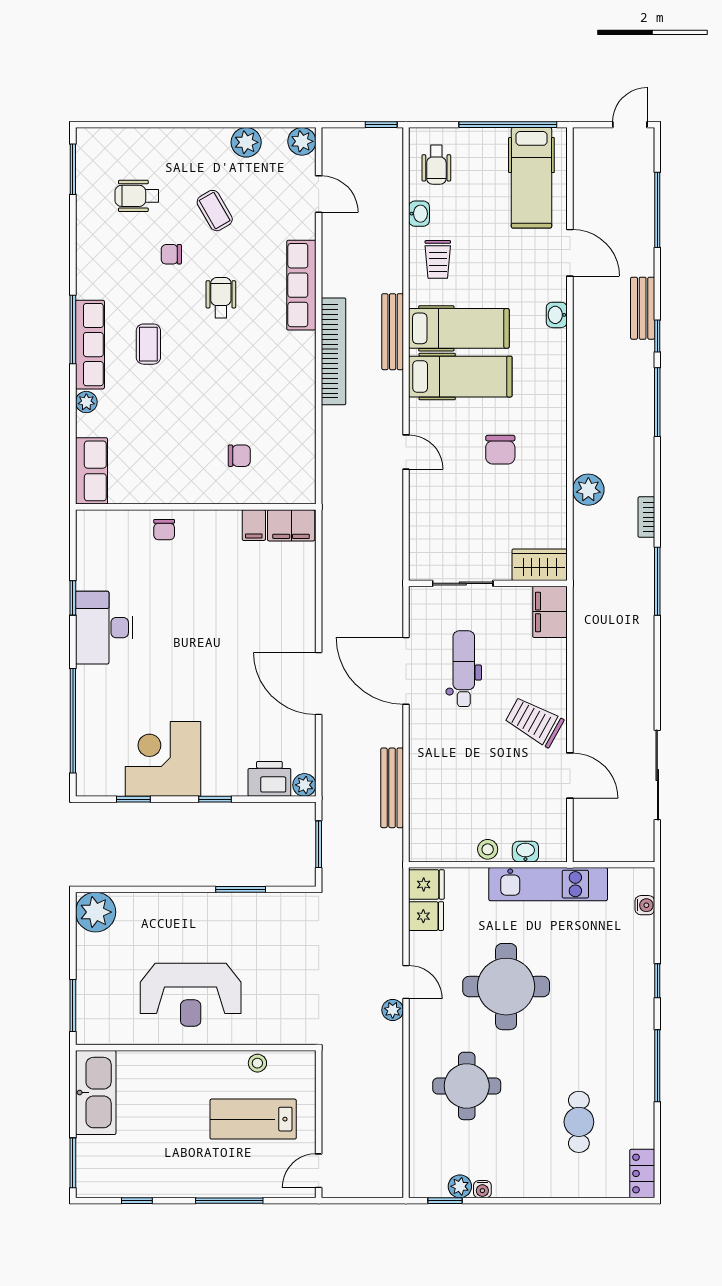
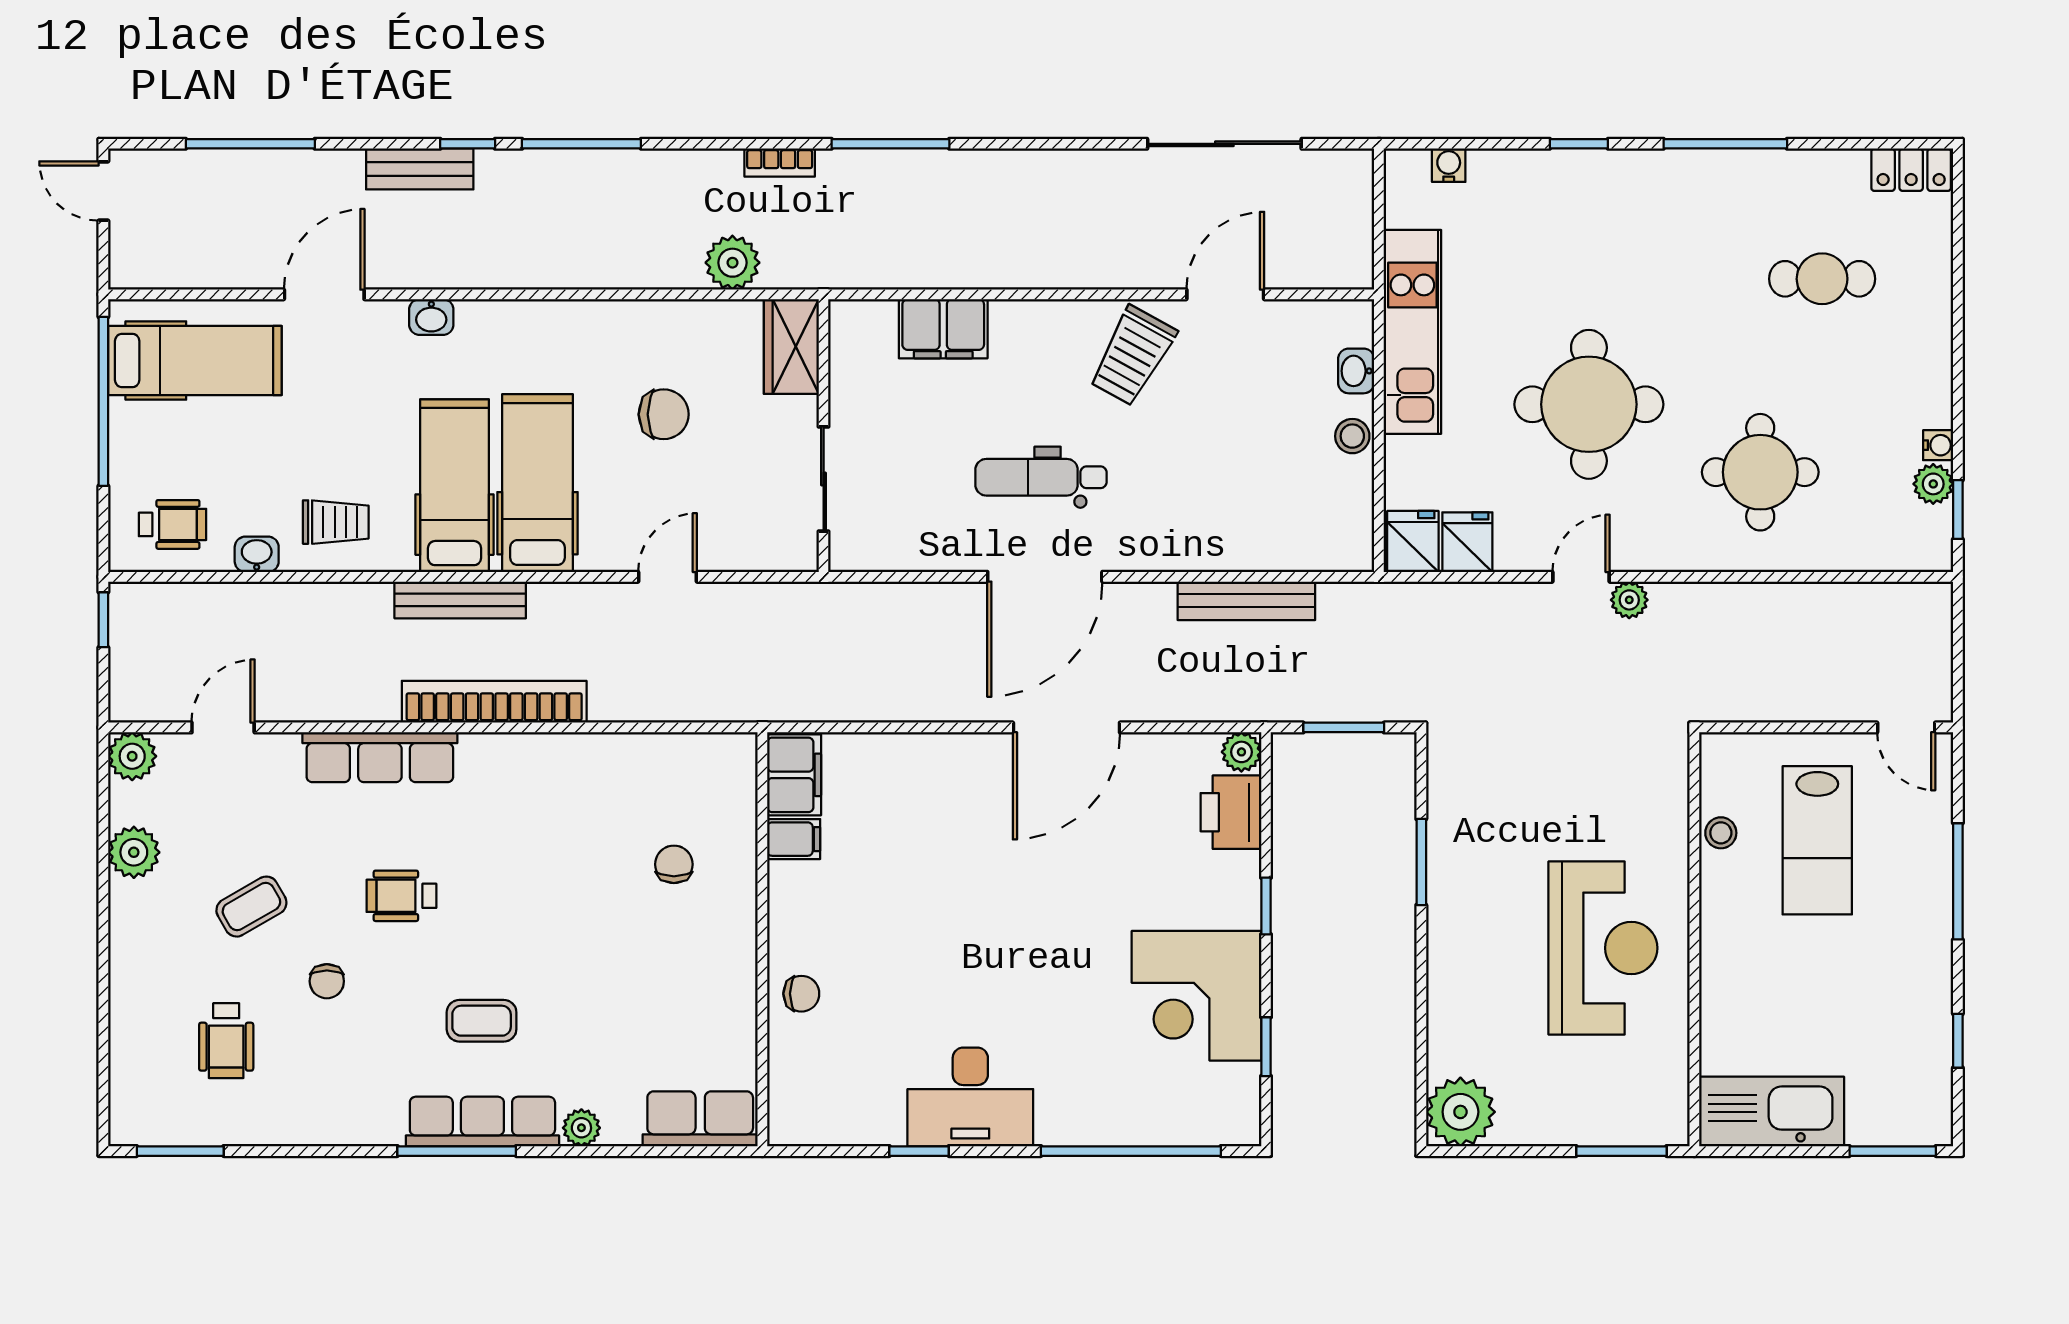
wardrobe: (540, 565) -> (791, 346), moved
sliding door: (463, 583) -> (824, 479), moved
wall: (488, 583) -> (824, 436), moved

